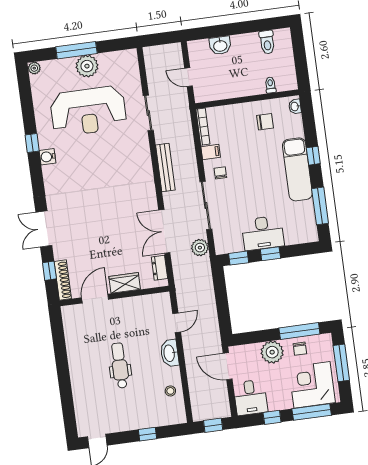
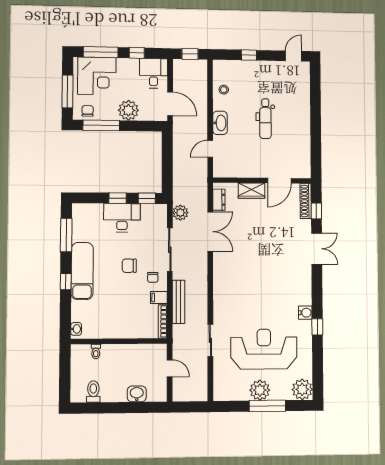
plant: (34, 68) -> (302, 389), width x1.87, depth x1.87
chair: (265, 122) -> (129, 266), moved
bench: (165, 167) -> (179, 302), moved
chair: (300, 349) -> (88, 111), moved

